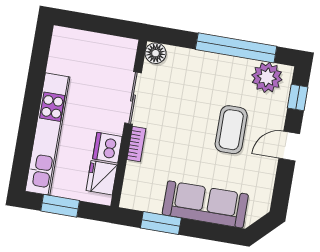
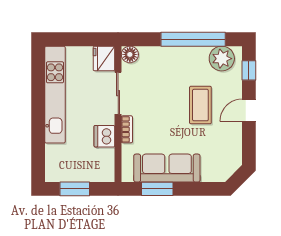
kitchen unit: (48, 134) -> (55, 95), moved
fridge: (102, 178) -> (104, 58), moved
sofa: (205, 204) -> (167, 168), moved

